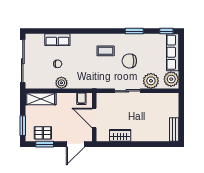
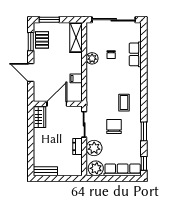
dresser: (149, 97) -> (77, 146), added
wall: (94, 117) -> (58, 104), moved
door: (94, 118) -> (57, 104), moved

